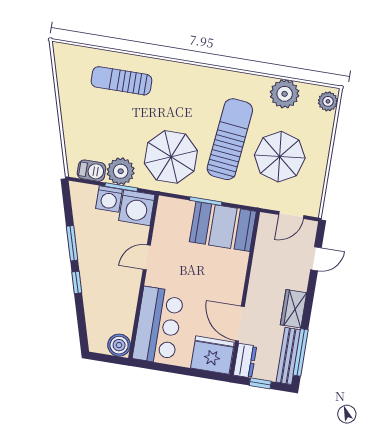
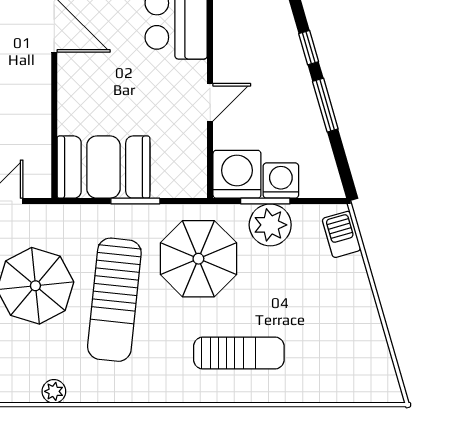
sun lounger: (121, 81) -> (239, 353), moved
plant: (285, 94) -> (54, 391), width x0.53, depth x0.53
barbecue: (91, 171) -> (341, 234), moved, turned 74

